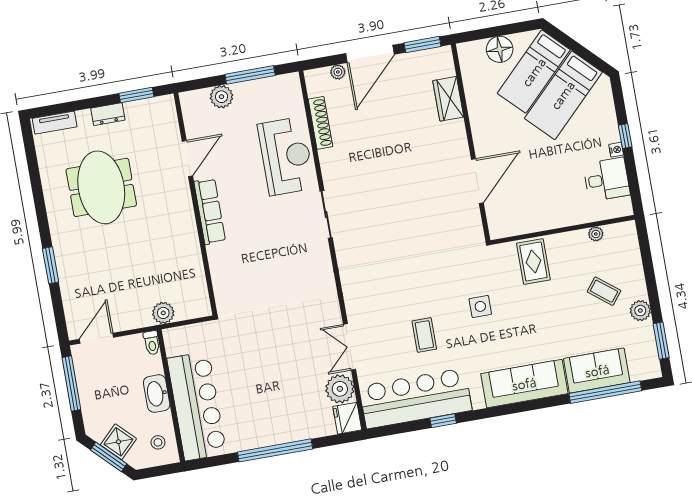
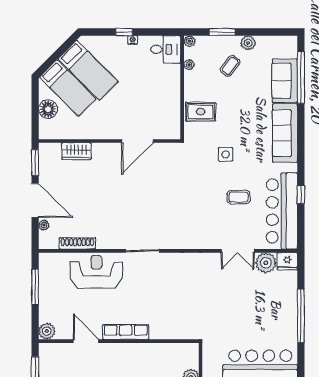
plant: (221, 97) -> (47, 331), moved
desk: (606, 179) -> (166, 49), moved, turned 90
door: (477, 181) -> (137, 141), swing flipped
plant: (628, 229) -> (189, 41), added
window: (661, 341) -> (222, 32), moved

